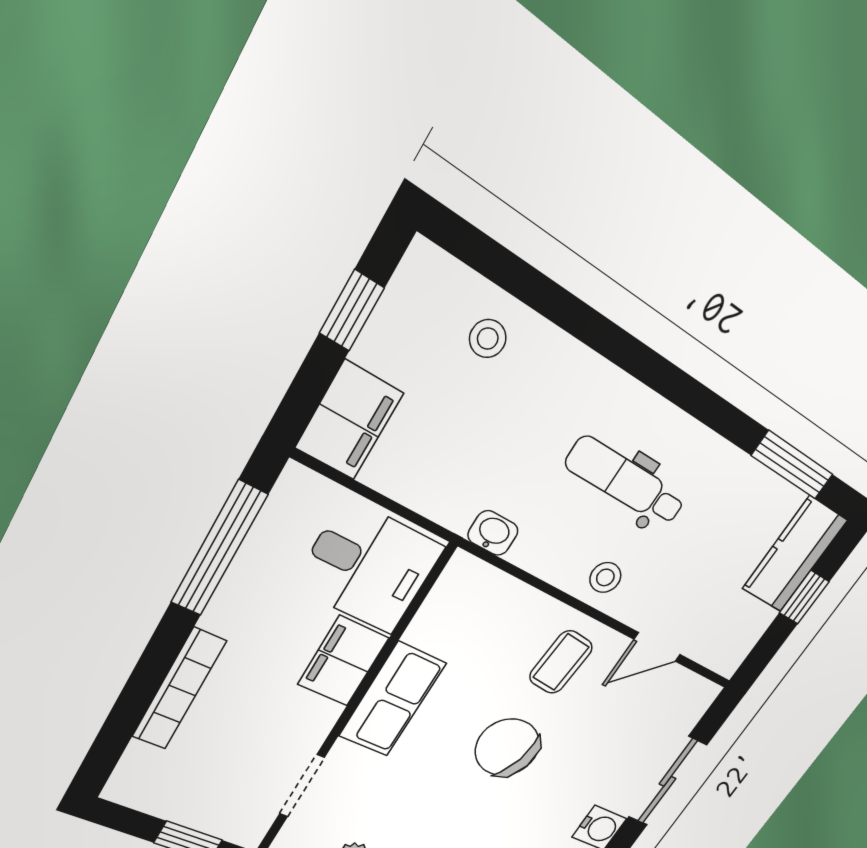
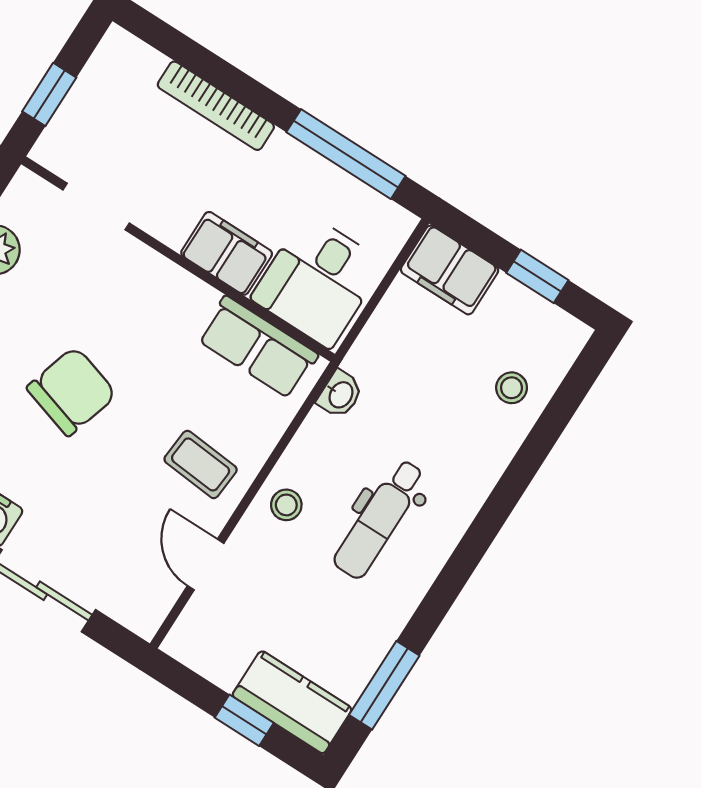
dental chair: (626, 482) -> (379, 519), turned 180
row of seats: (392, 700) -> (258, 347), moved
chair: (507, 747) -> (72, 391), moved

